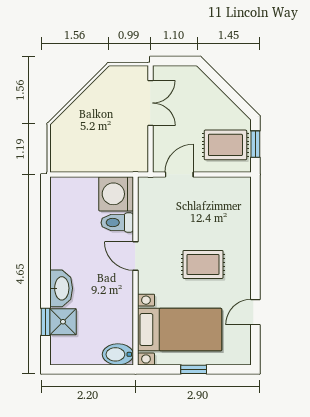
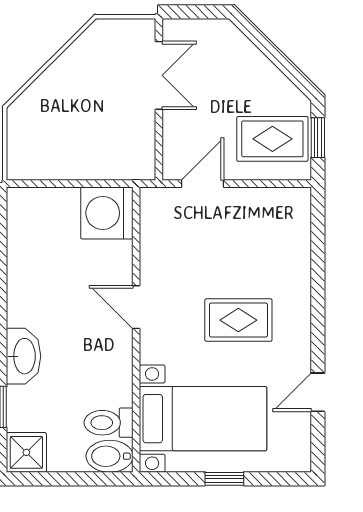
toilet: (117, 223) -> (109, 423), moved
shower: (63, 322) -> (26, 452), moved

